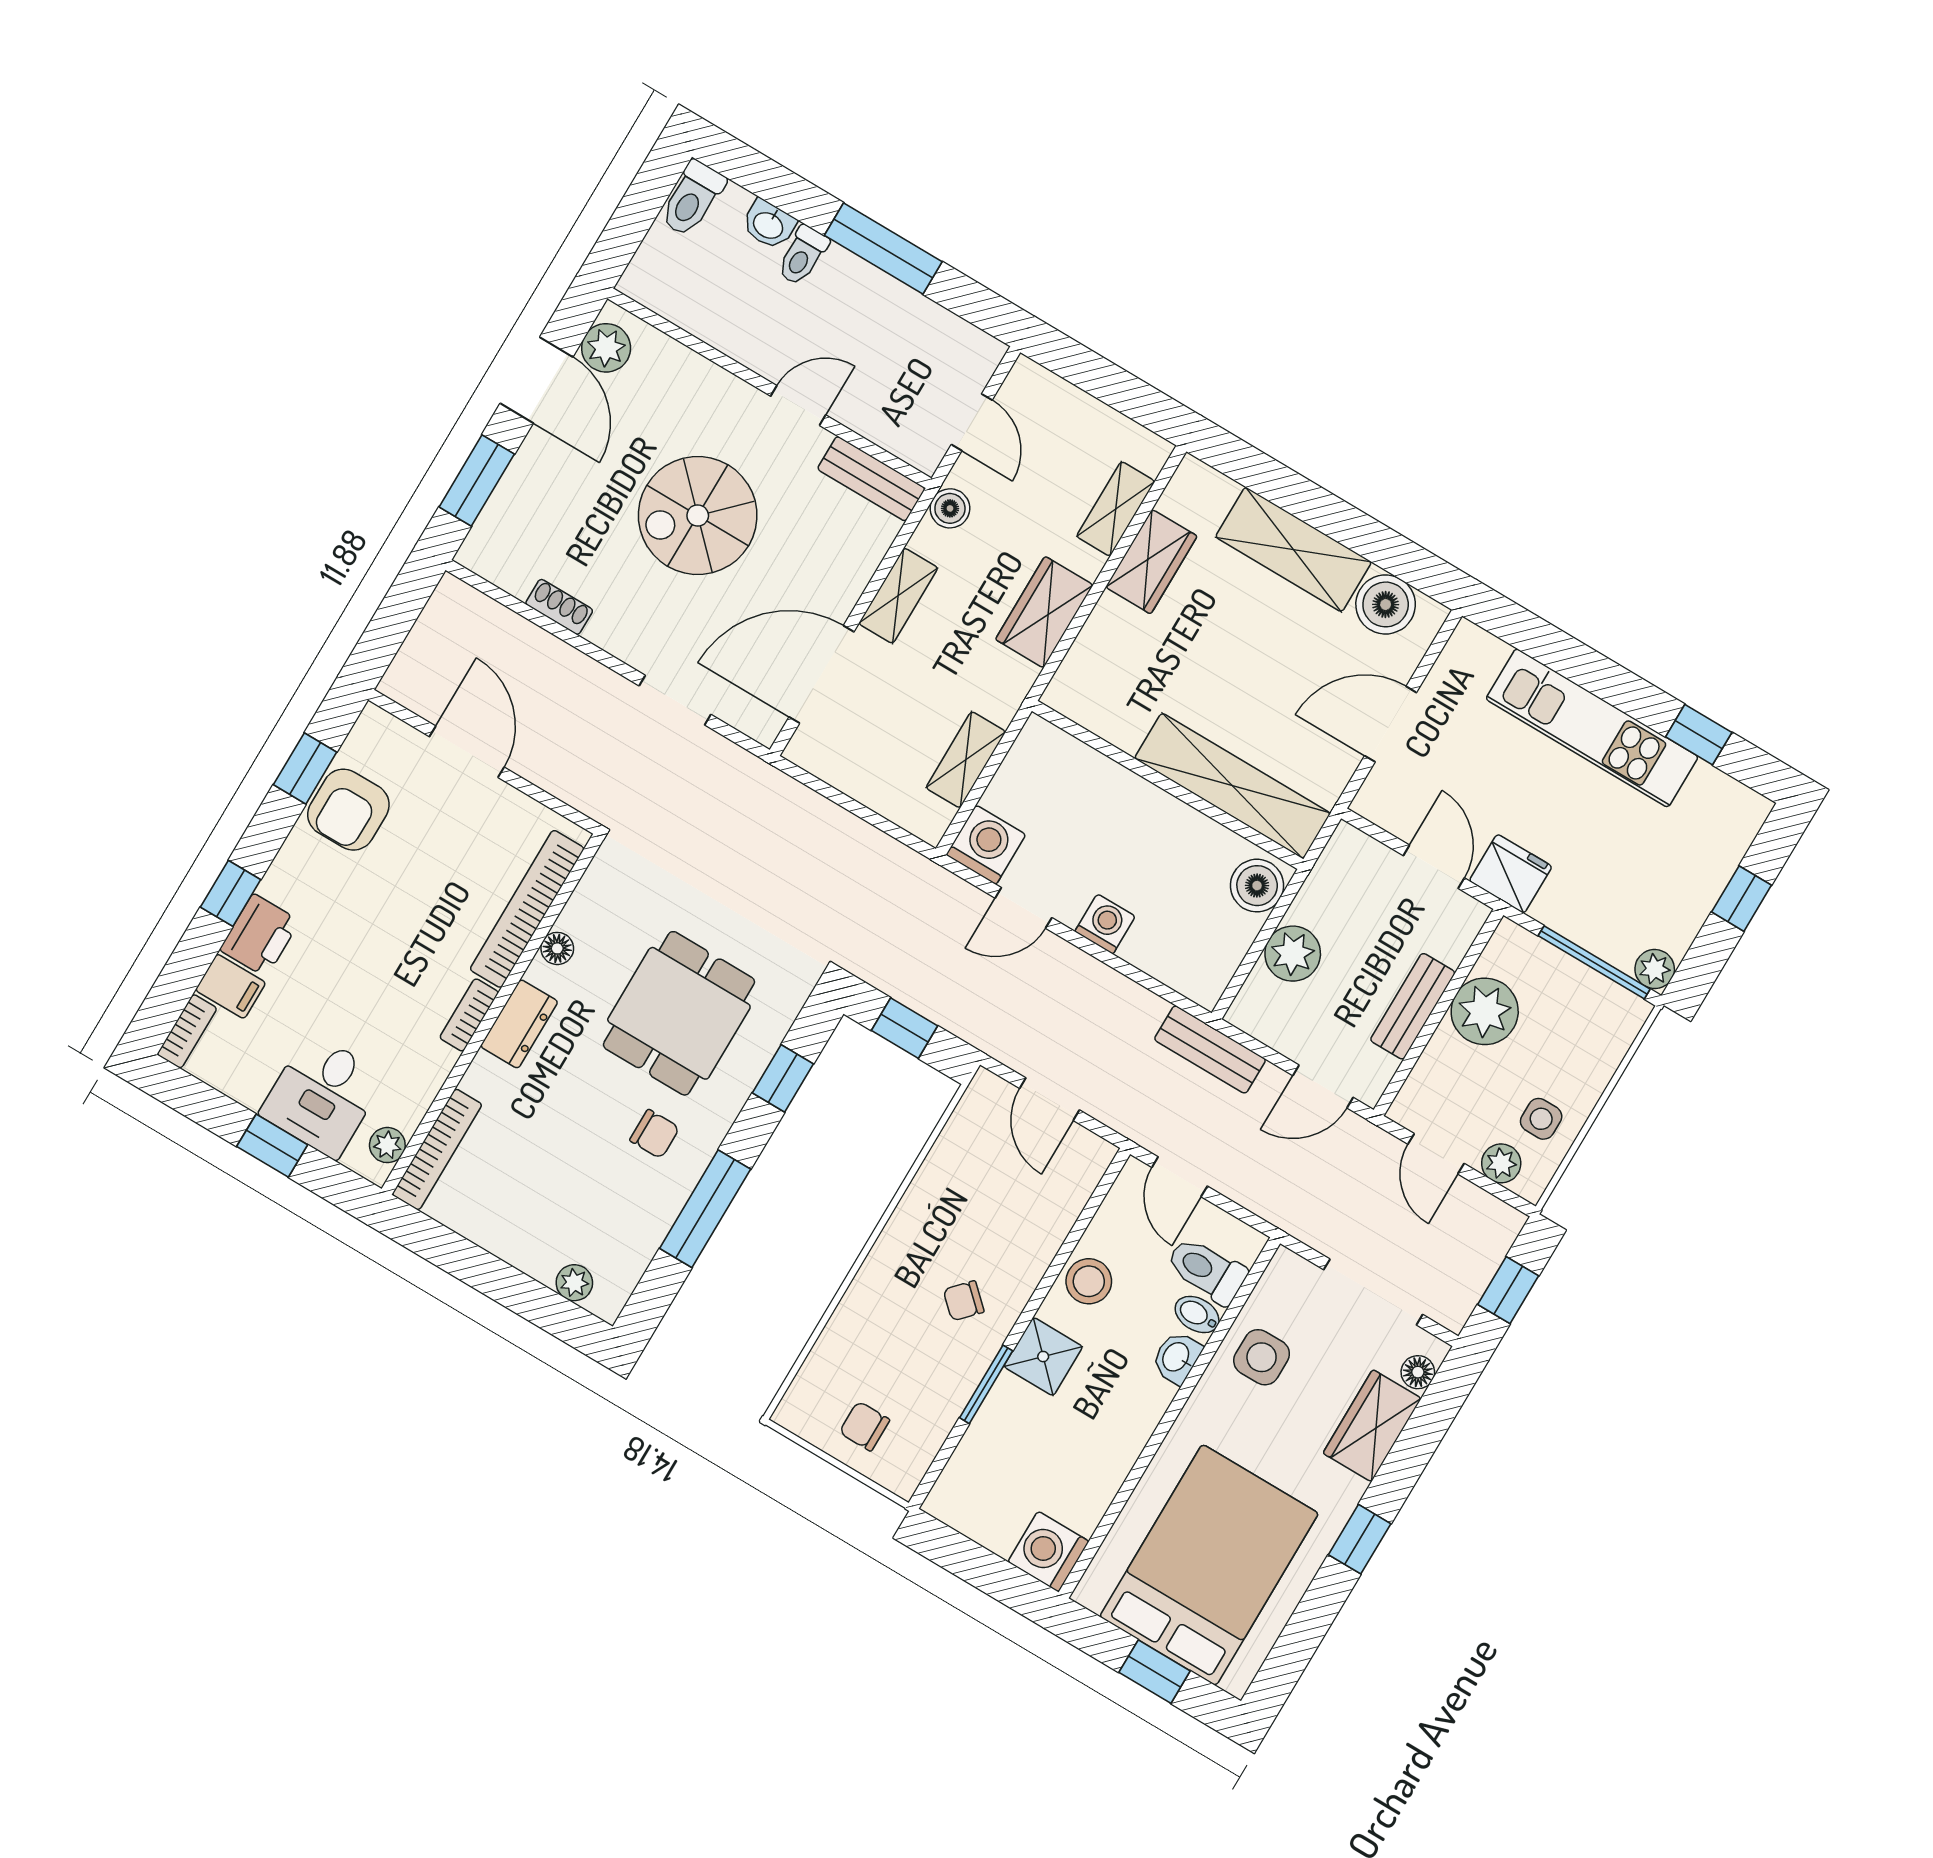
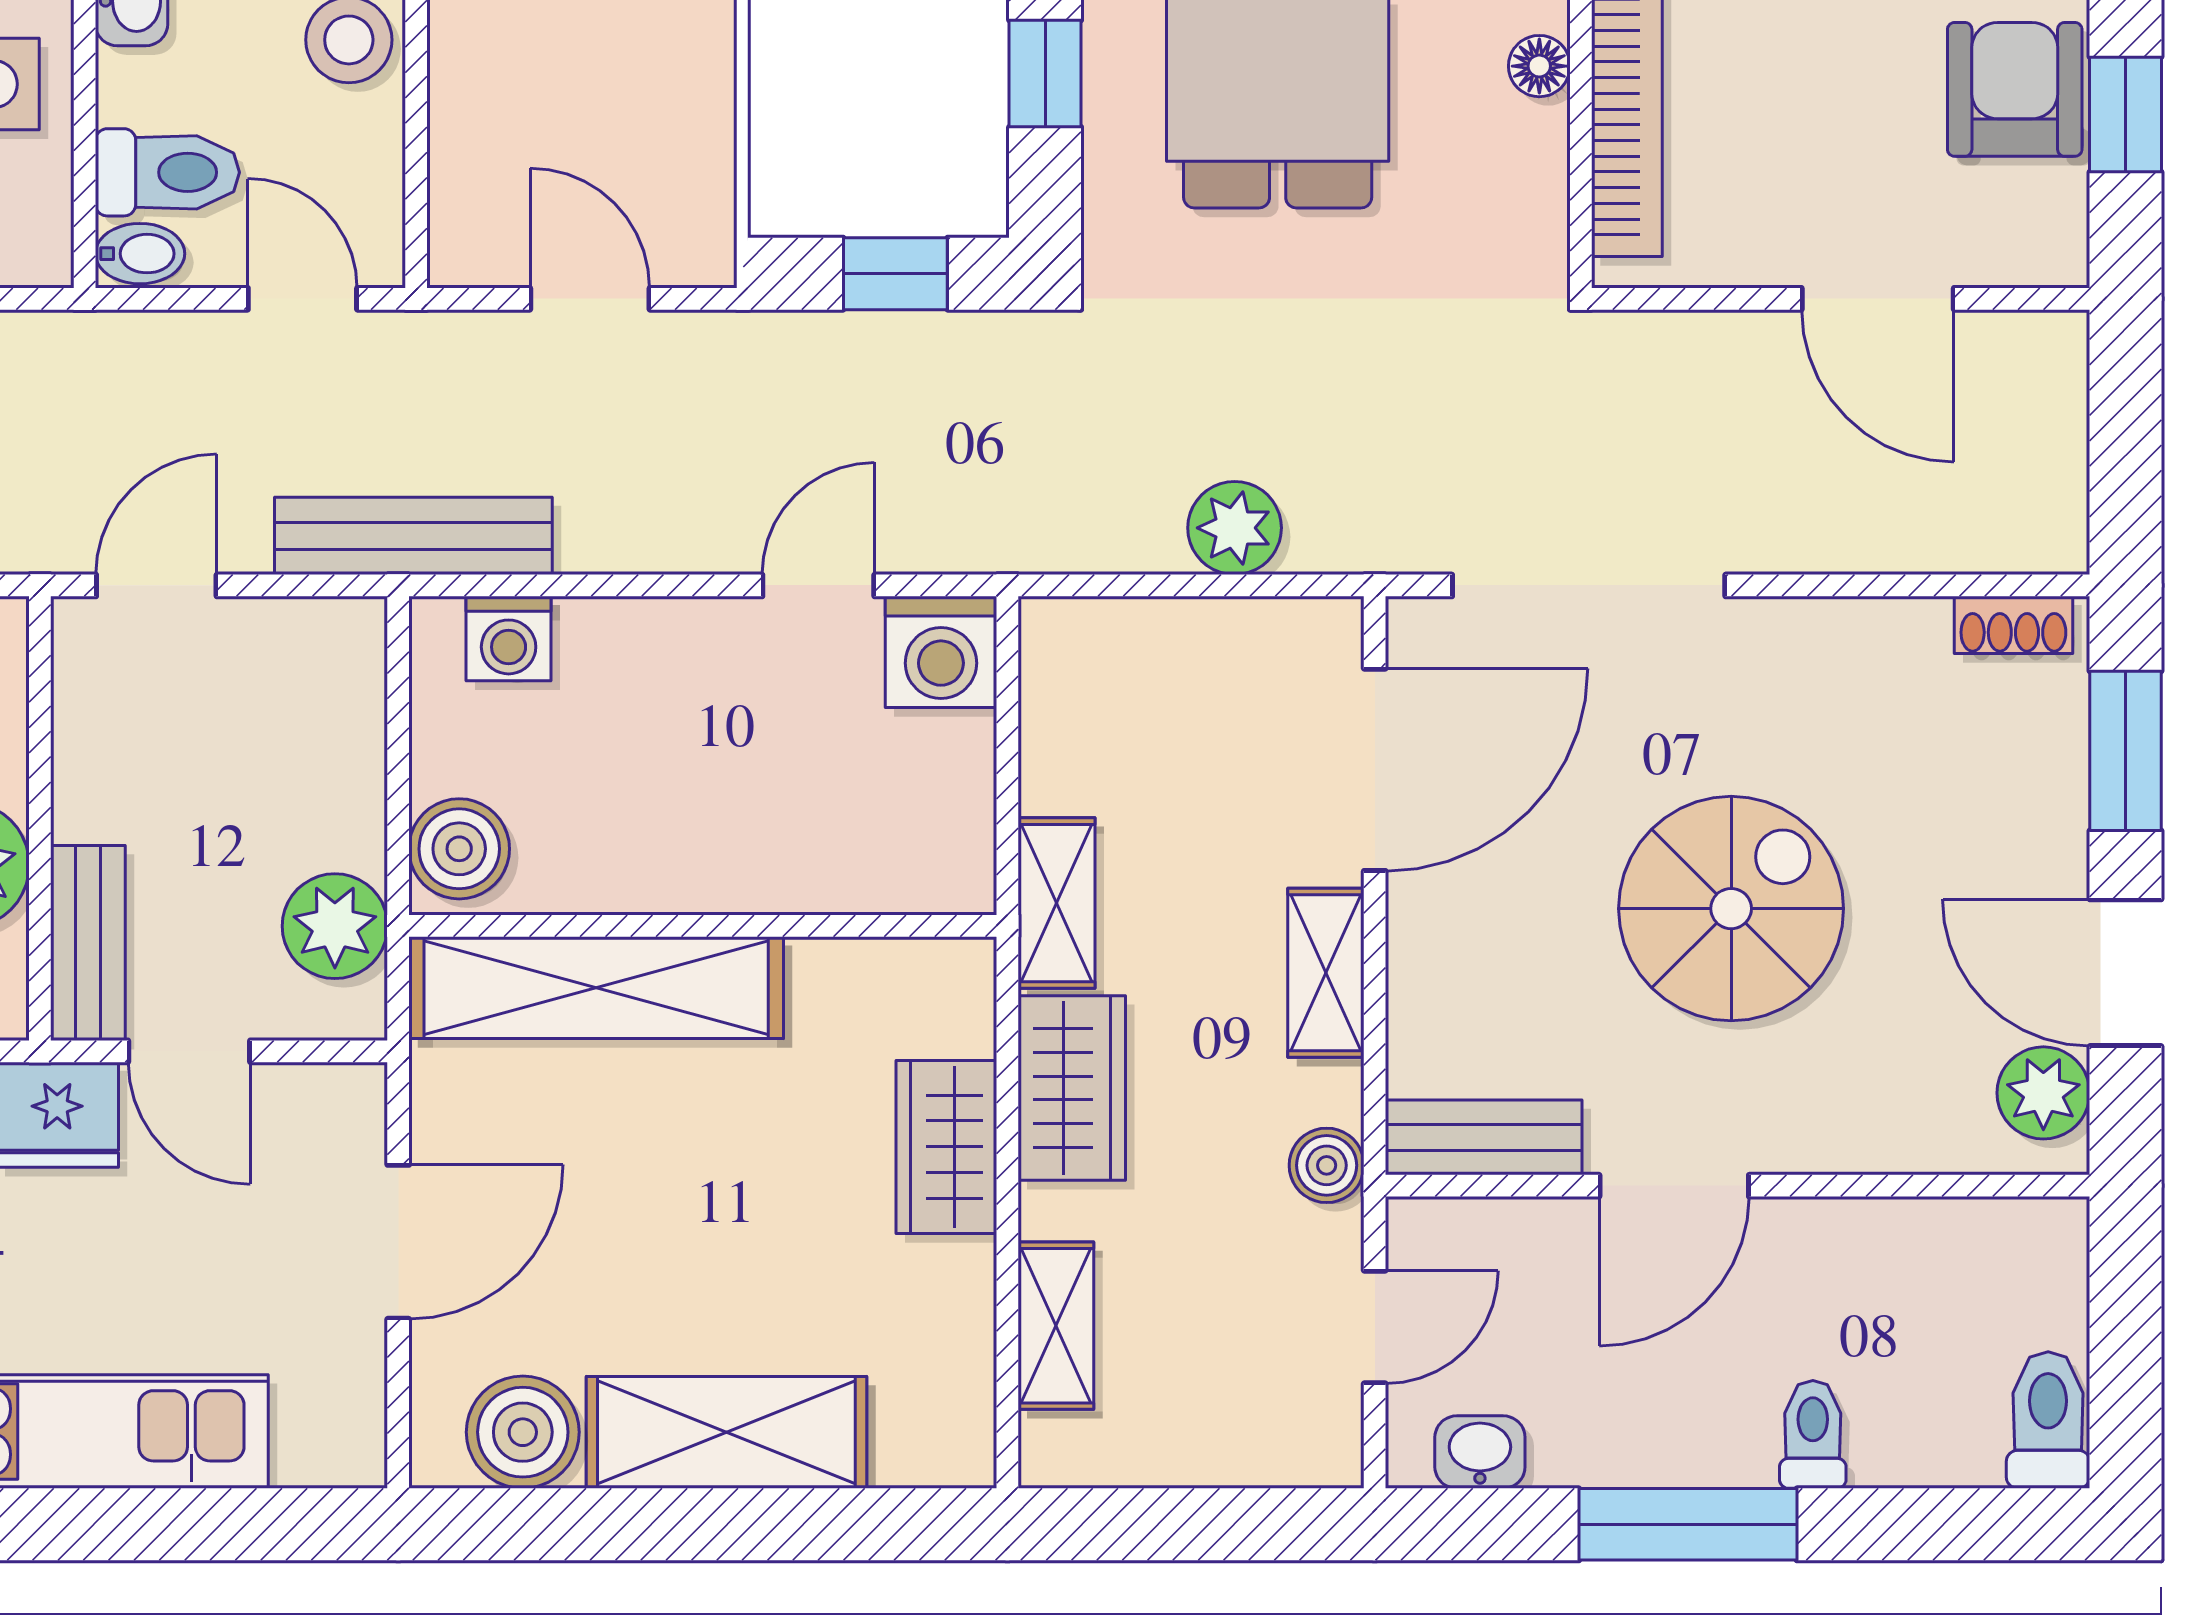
washbasin: (769, 225) -> (1480, 1452), moved
door: (798, 405) -> (1674, 1186), width x1.38
door: (972, 422) -> (1375, 1327), swing flipped
wardrobe: (1151, 562) -> (946, 1147), moved
shoe rack: (559, 607) -> (2013, 625), moved
doorway: (675, 700) -> (1589, 585), width x1.88
shelving: (966, 760) -> (1057, 903), moved
plant: (820, 822) -> (1235, 528), added
washing machine: (1105, 924) -> (509, 639), moved
plant: (1293, 954) -> (335, 926), moved
bench: (1413, 1006) -> (88, 943), moved
bench: (1210, 1049) -> (413, 536), width x1.36
bidet: (1197, 1314) -> (140, 254), moved

